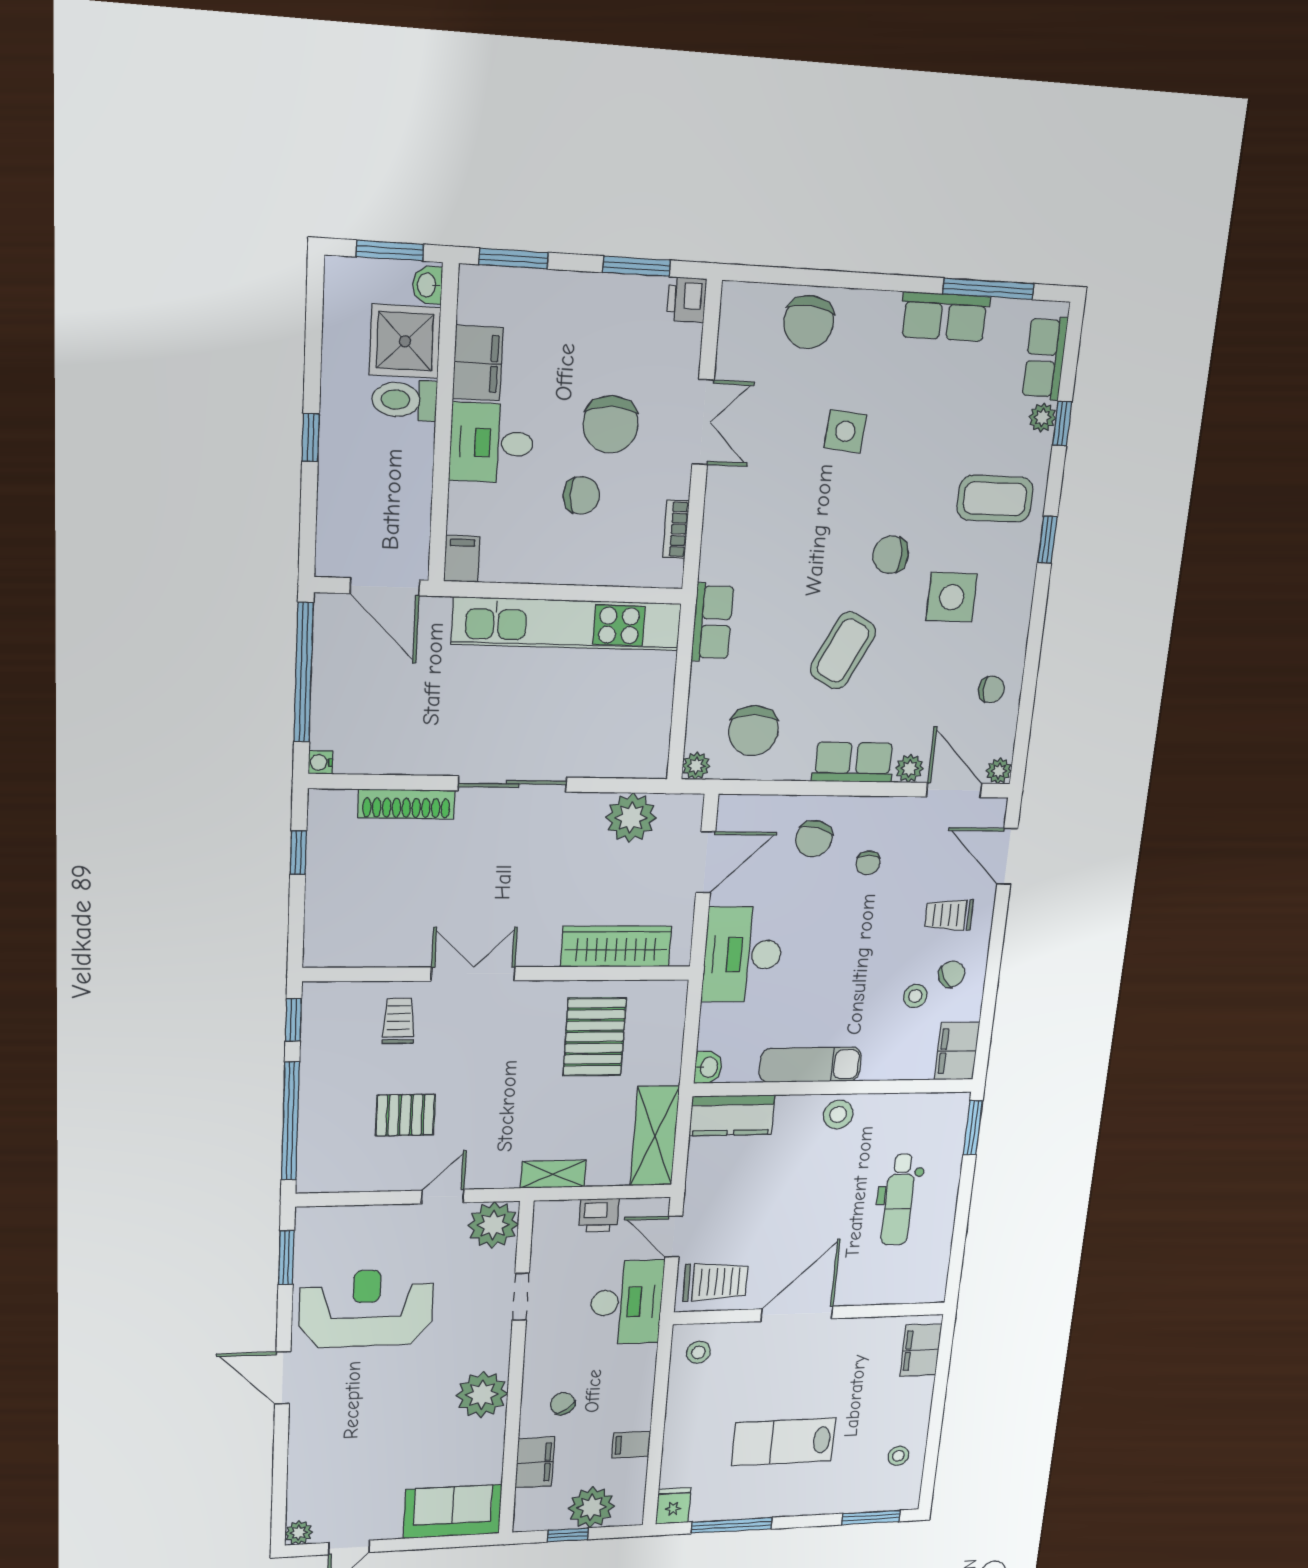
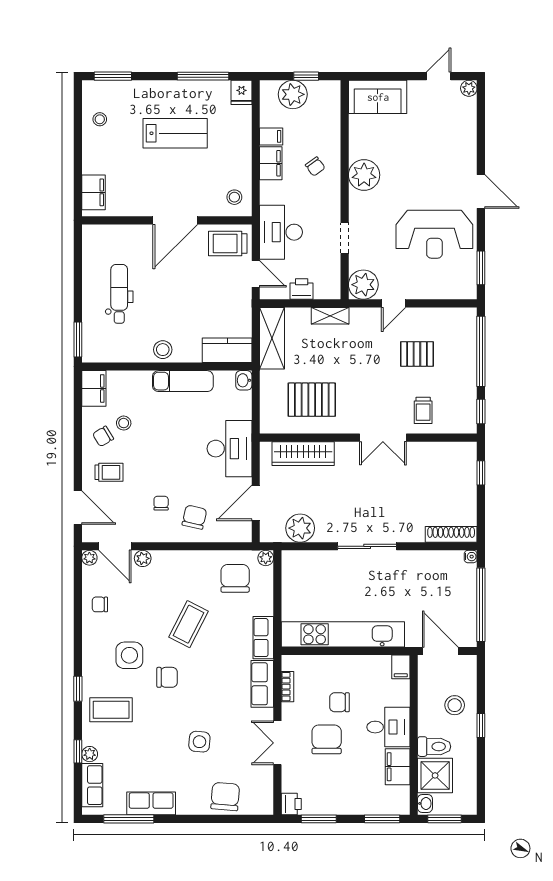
stool: (361, 480) -> (455, 705), added
row of seats: (853, 762) -> (262, 684), moved, turned 90
shoe rack: (406, 804) -> (451, 534), moved
window: (298, 853) -> (481, 473), moved
pallet: (595, 1037) -> (312, 400), turned 90
filing cabinet: (535, 1462) -> (271, 163), moved, turned 180

